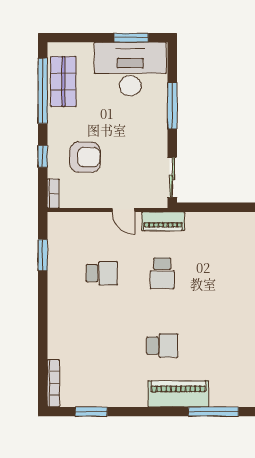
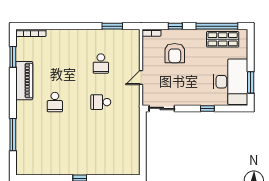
window: (172, 106) -> (207, 108), width x0.46
piano: (163, 221) -> (134, 103), removed
piano: (178, 394) -> (24, 81), moved

